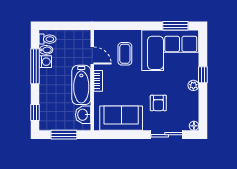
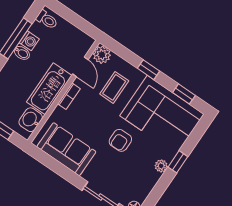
window: (140, 26) -> (148, 70), added
window: (175, 26) -> (184, 94), width x0.67
plant: (101, 37) -> (102, 55), added
bidet: (46, 50) -> (22, 53), moved
armchair: (158, 103) -> (120, 140), moved

